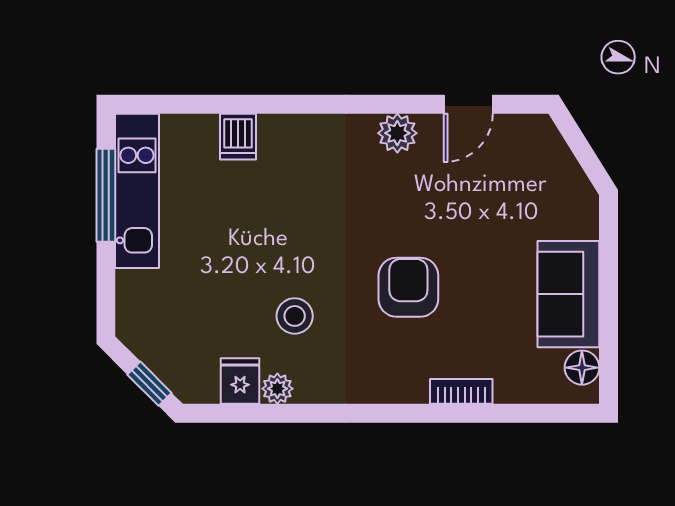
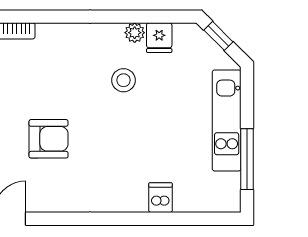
plant: (397, 133) -> (56, 200), removed
kitchen unit: (137, 191) -> (227, 120), moved
armchair: (408, 287) -> (49, 139), moved, turned -90

